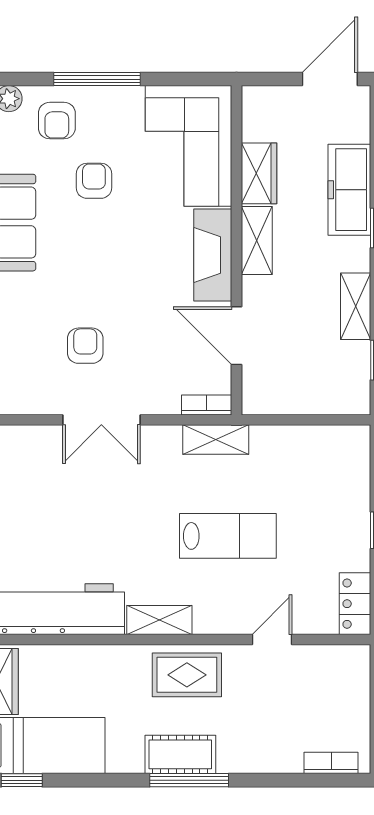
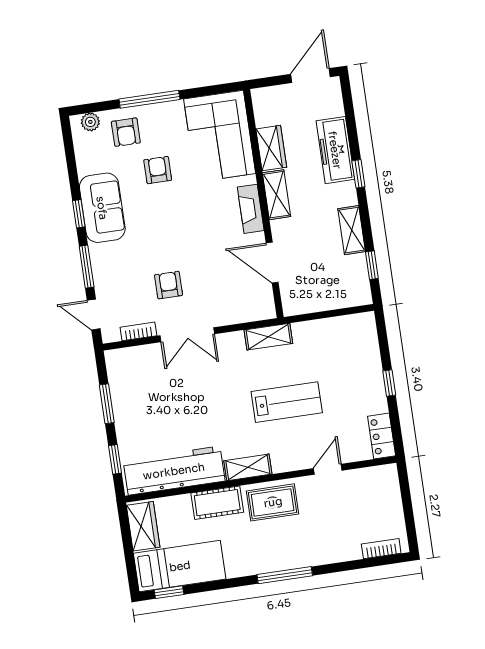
fireplace: (213, 255) -> (251, 209), width x0.73, depth x0.76
bookcase: (207, 405) -> (138, 331), moved
cot: (180, 754) -> (217, 503), moved

